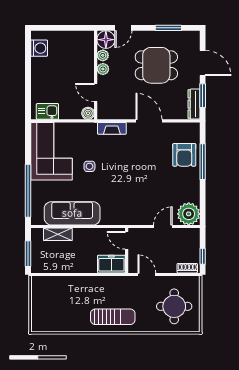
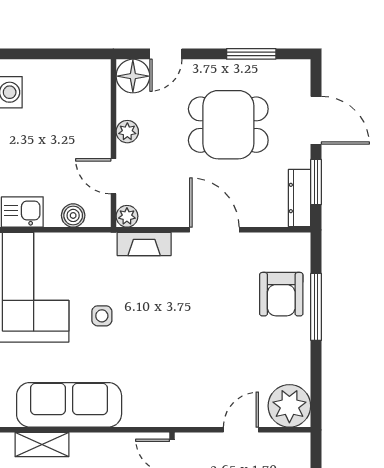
plant: (103, 55) -> (127, 216), moved
boiler: (88, 113) -> (73, 215), moved

